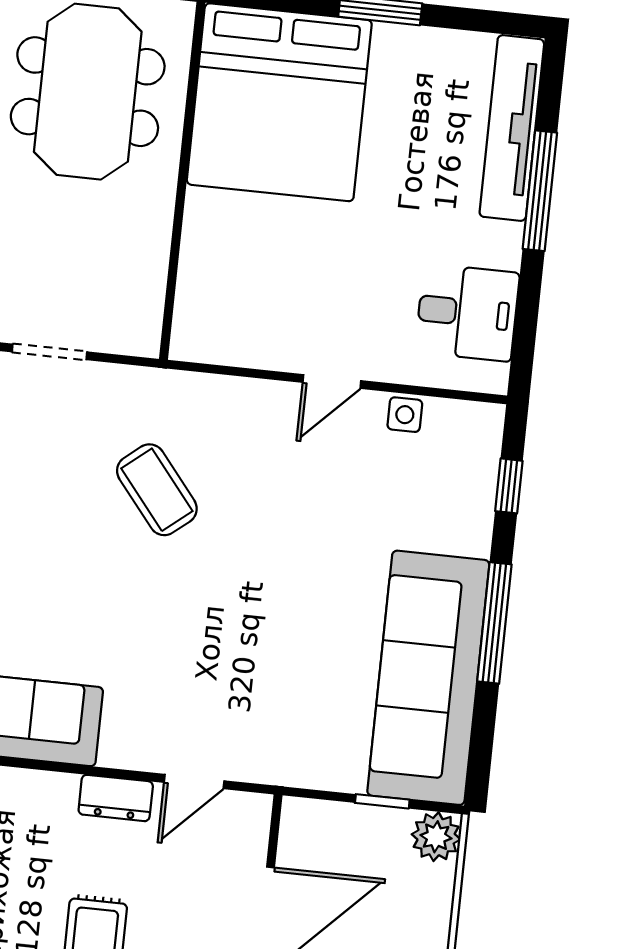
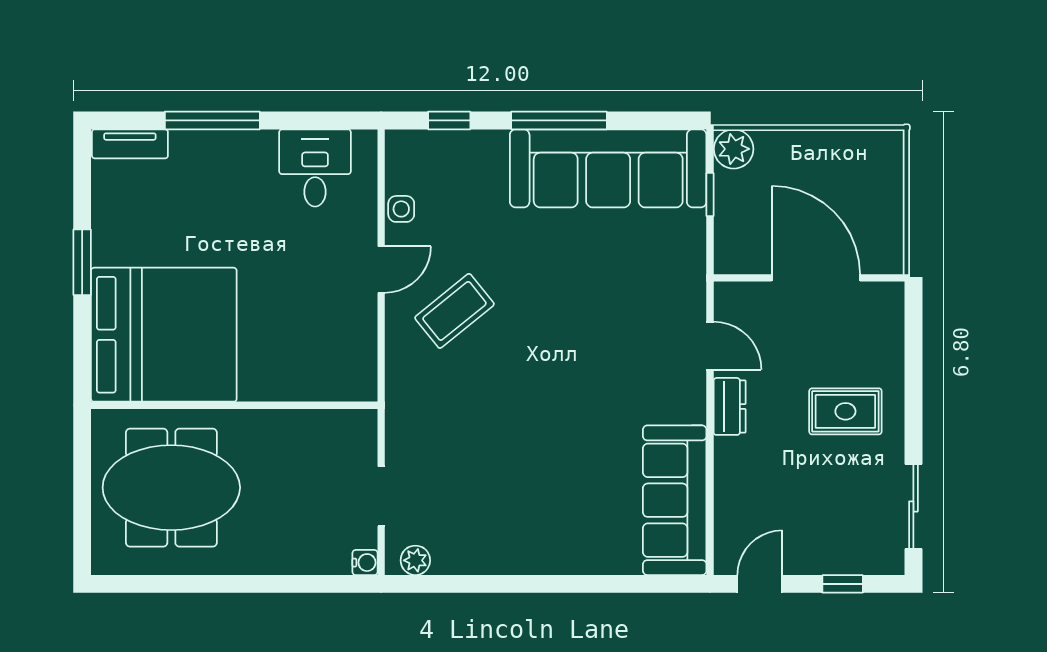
tv unit: (512, 128) -> (130, 144), width x0.52, depth x0.78
door: (332, 382) -> (381, 270), hinge flipped
coffee table: (157, 490) -> (454, 311), moved

